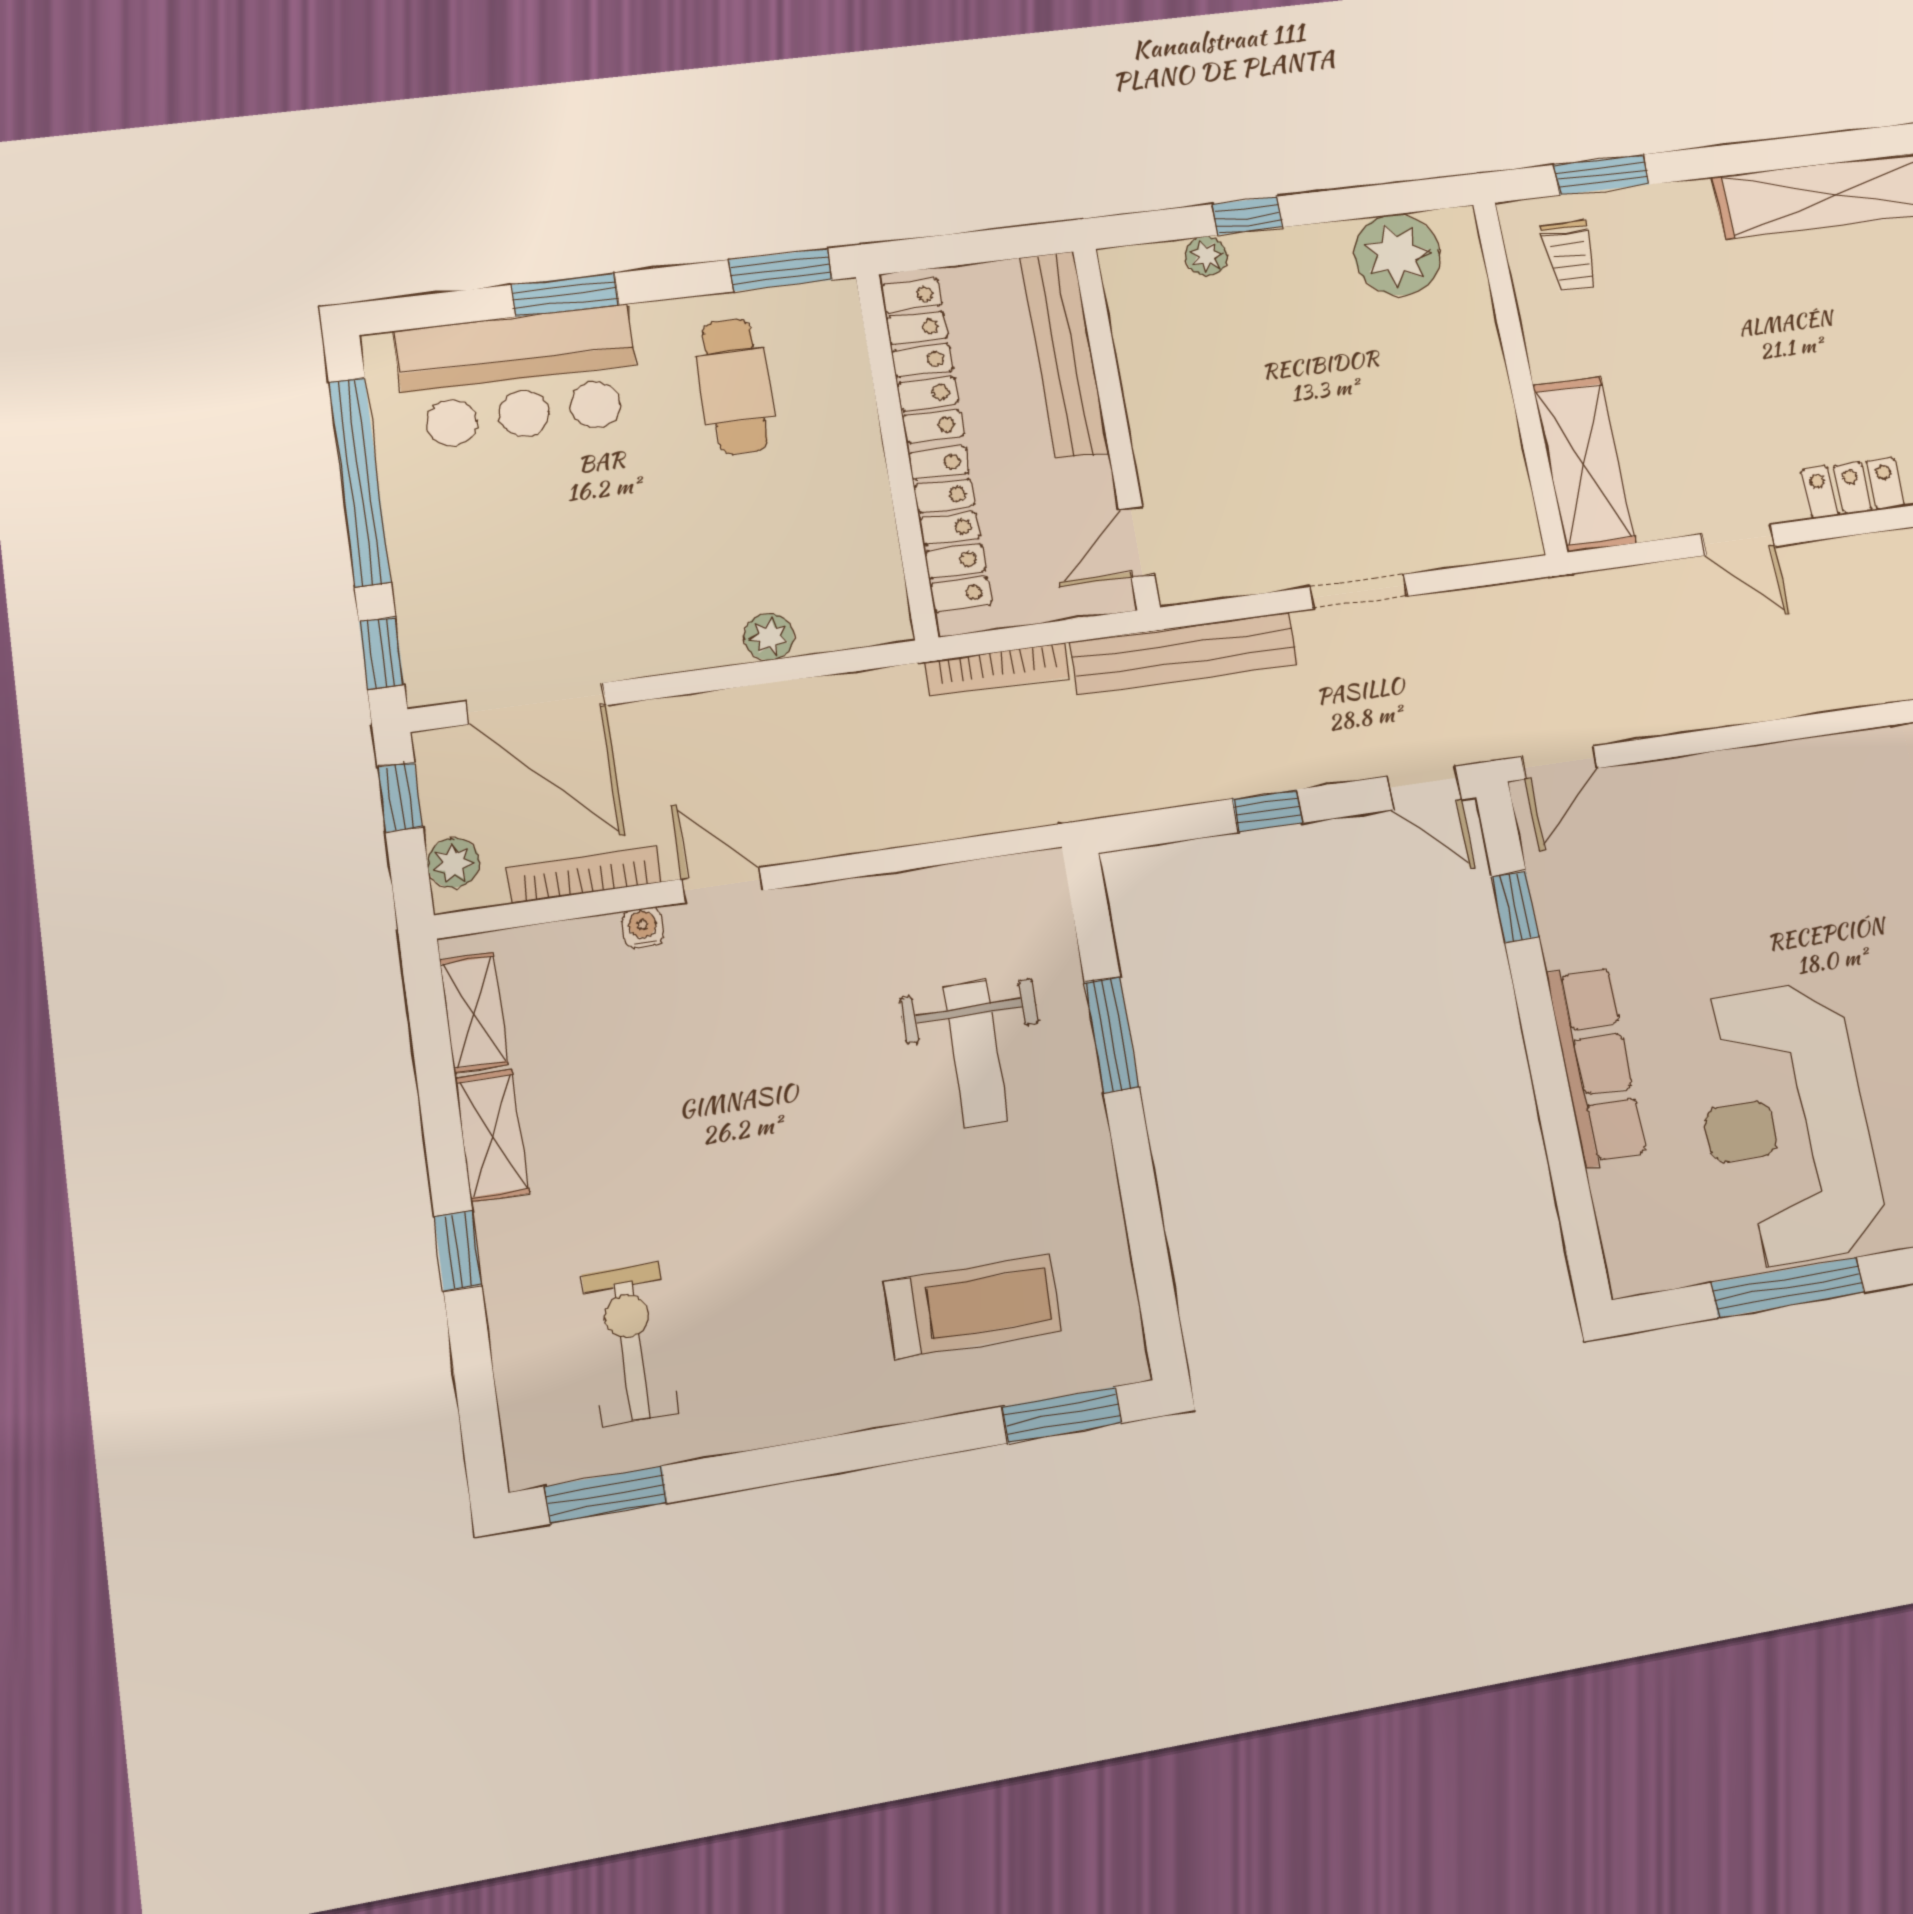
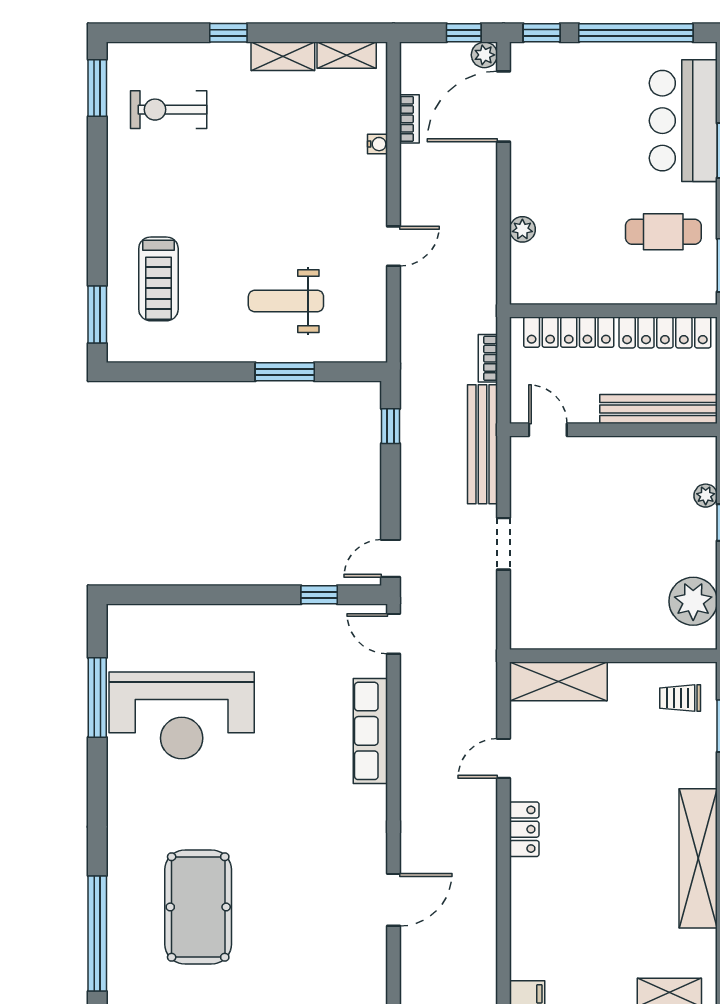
bookcase: (998, 669) -> (488, 358), width x0.64
window: (1268, 811) -> (390, 426), moved
plant: (453, 863) -> (484, 55), moved
bookcase: (585, 875) -> (409, 119), width x0.64
door: (722, 885) -> (394, 246), moved
row of seats: (1596, 1065) -> (370, 731), moved, turned 90
reception desk: (1786, 1124) -> (182, 715), turned 180
exercise bike: (631, 1343) -> (169, 110), turned 180

